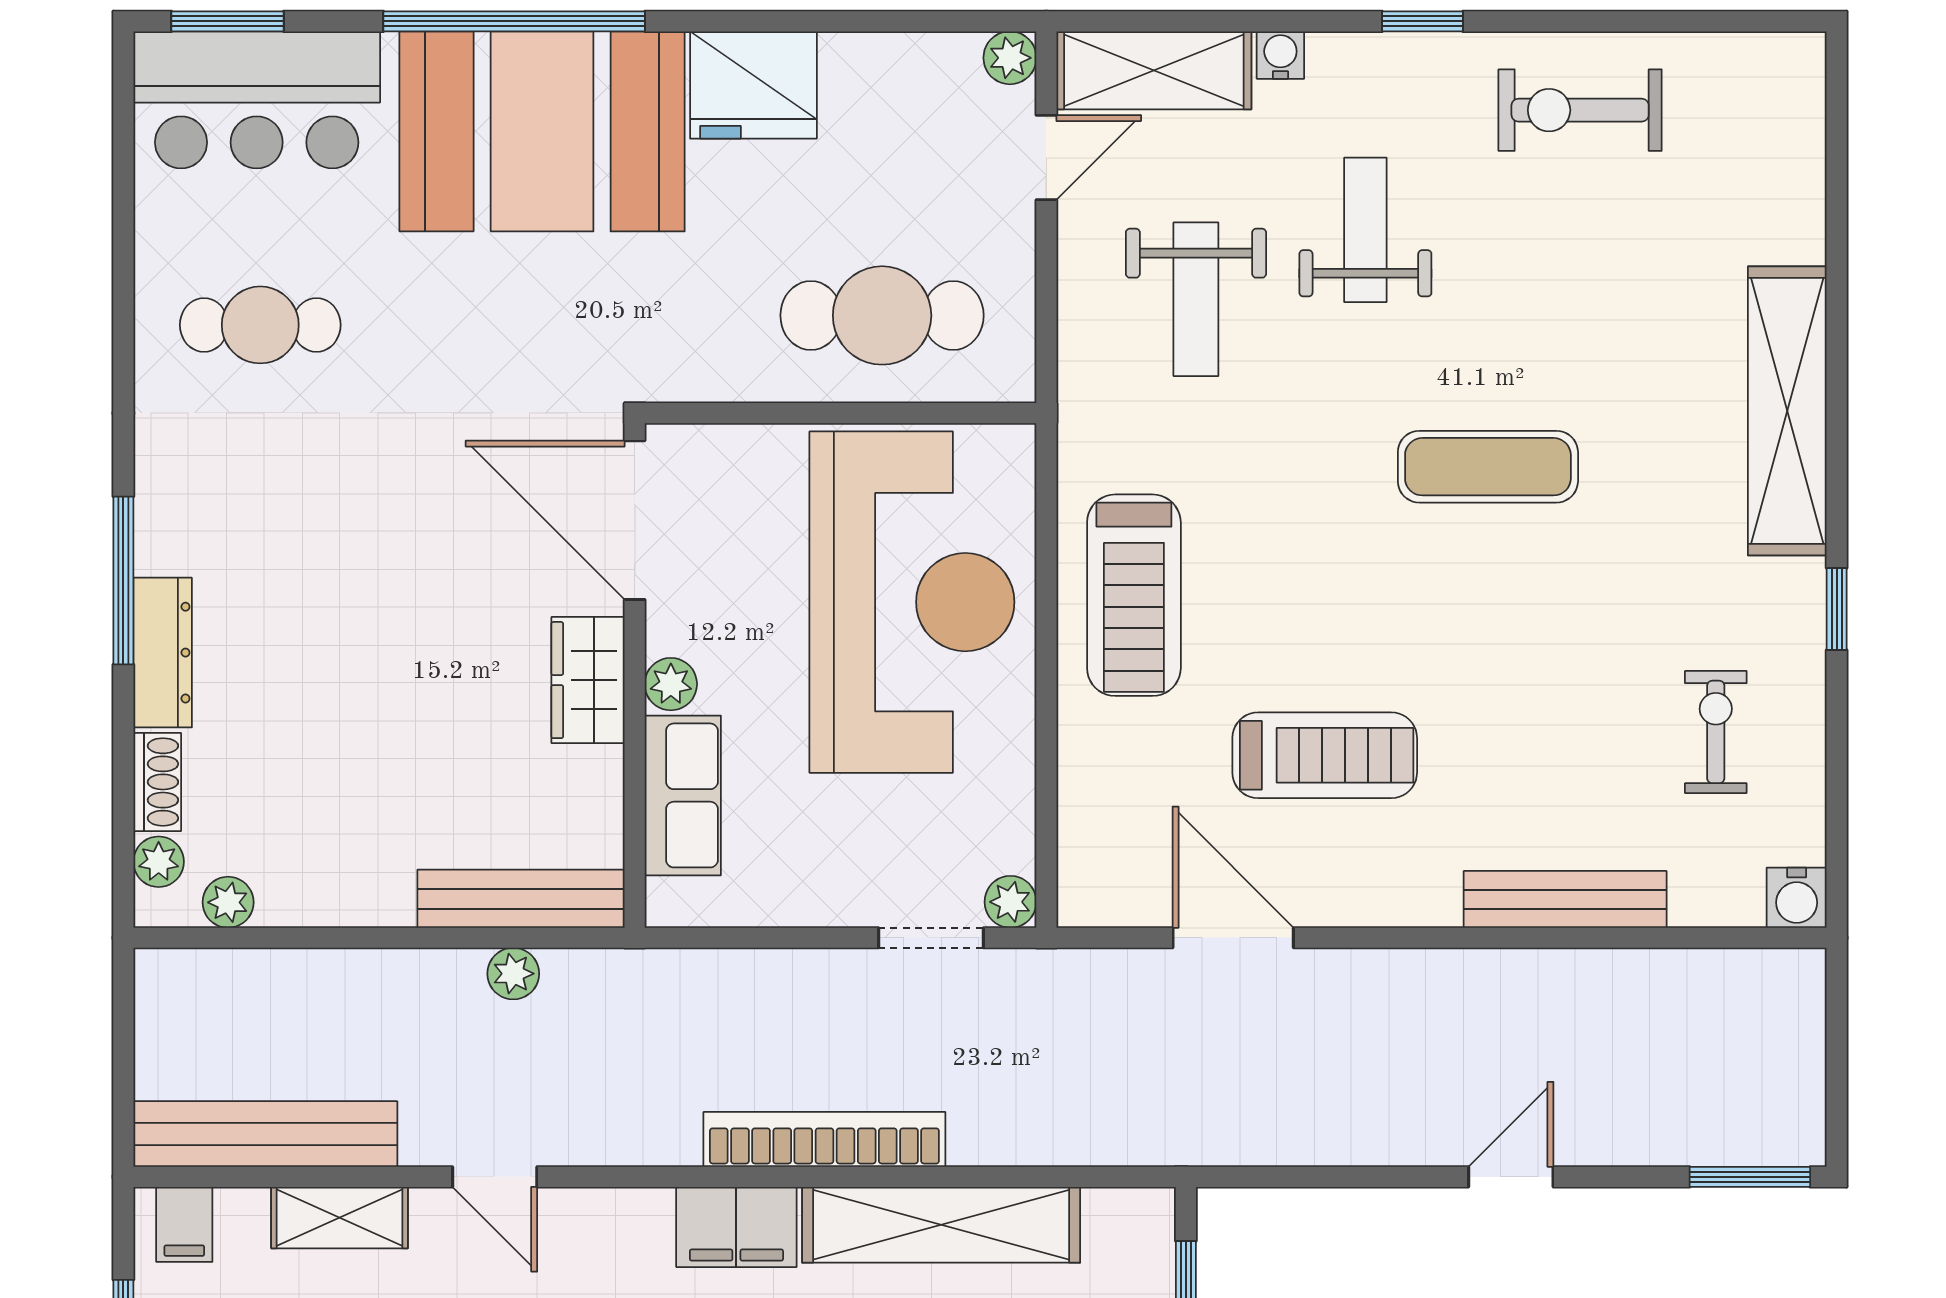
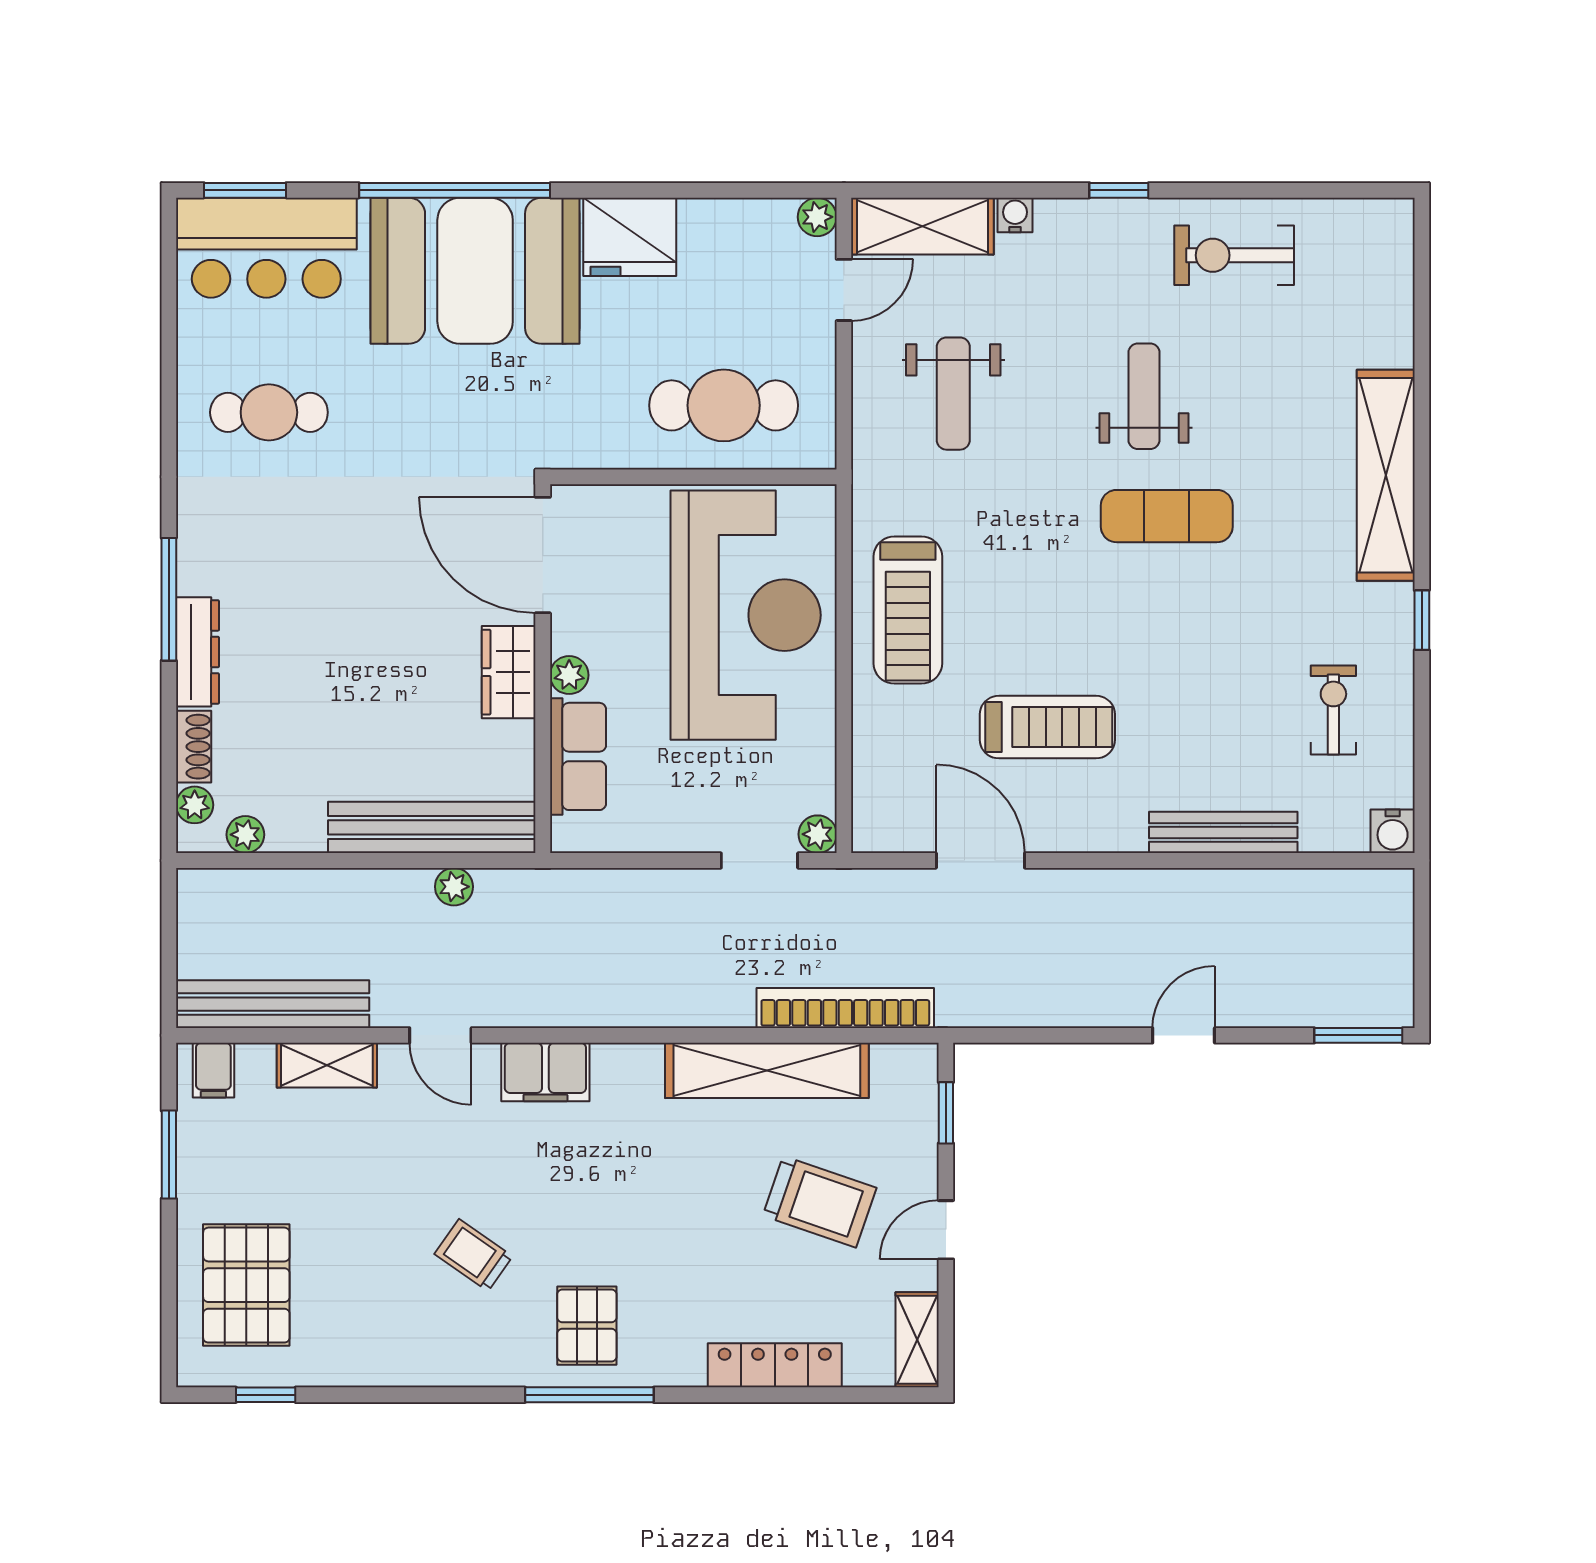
weight bench: (1365, 230) -> (1144, 396), moved
bench: (521, 899) -> (432, 827), width x1.37, depth x1.21
bookcase: (824, 1139) -> (845, 1008), moved
filing cabinet: (736, 1227) -> (545, 1072), moved

